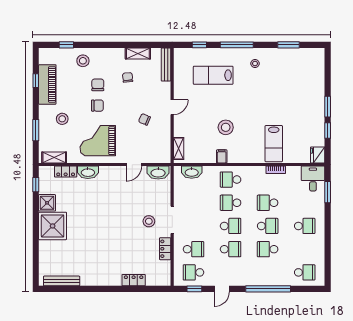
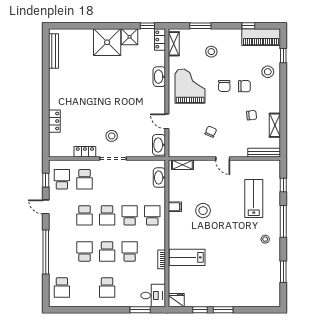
piano: (47, 84) -> (261, 37), moved
locker: (66, 172) -> (160, 40), moved

